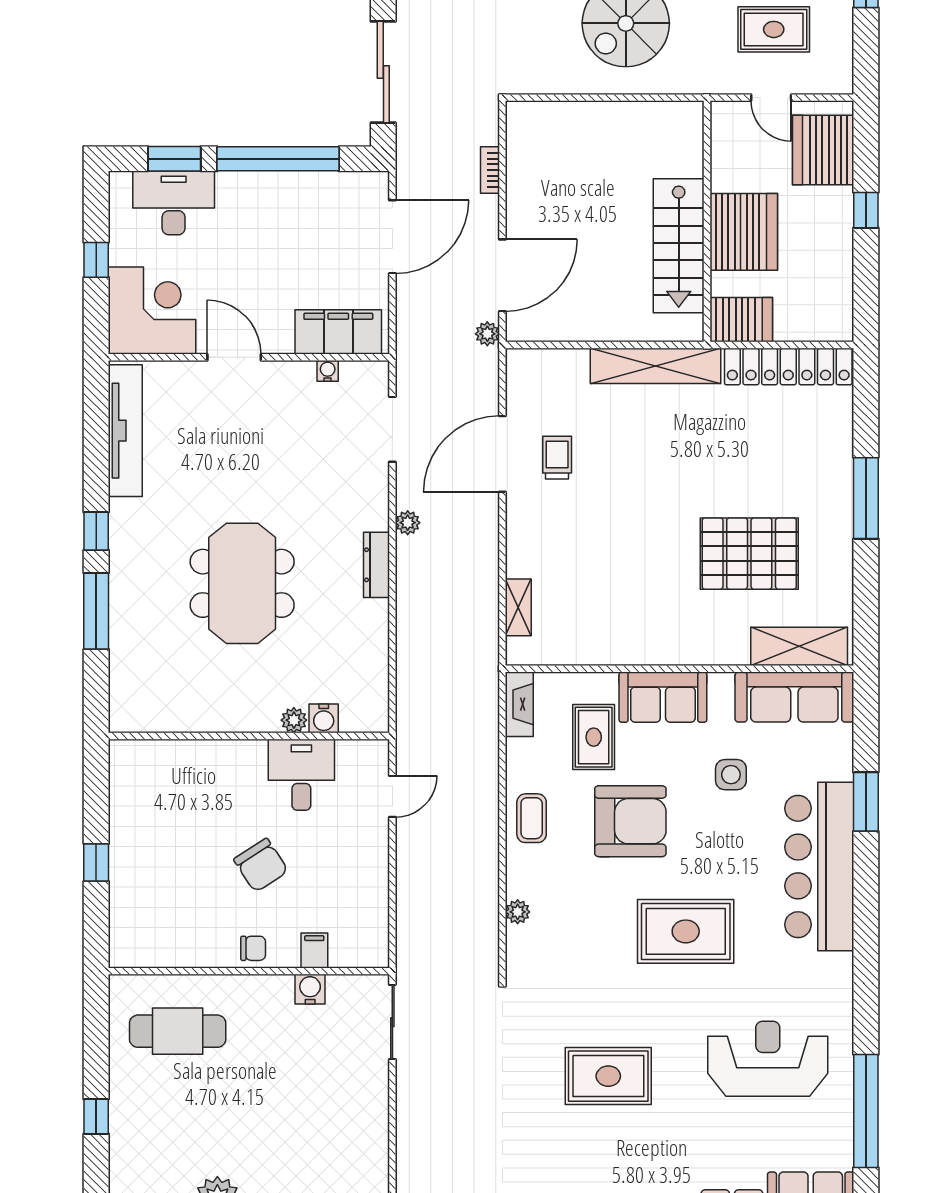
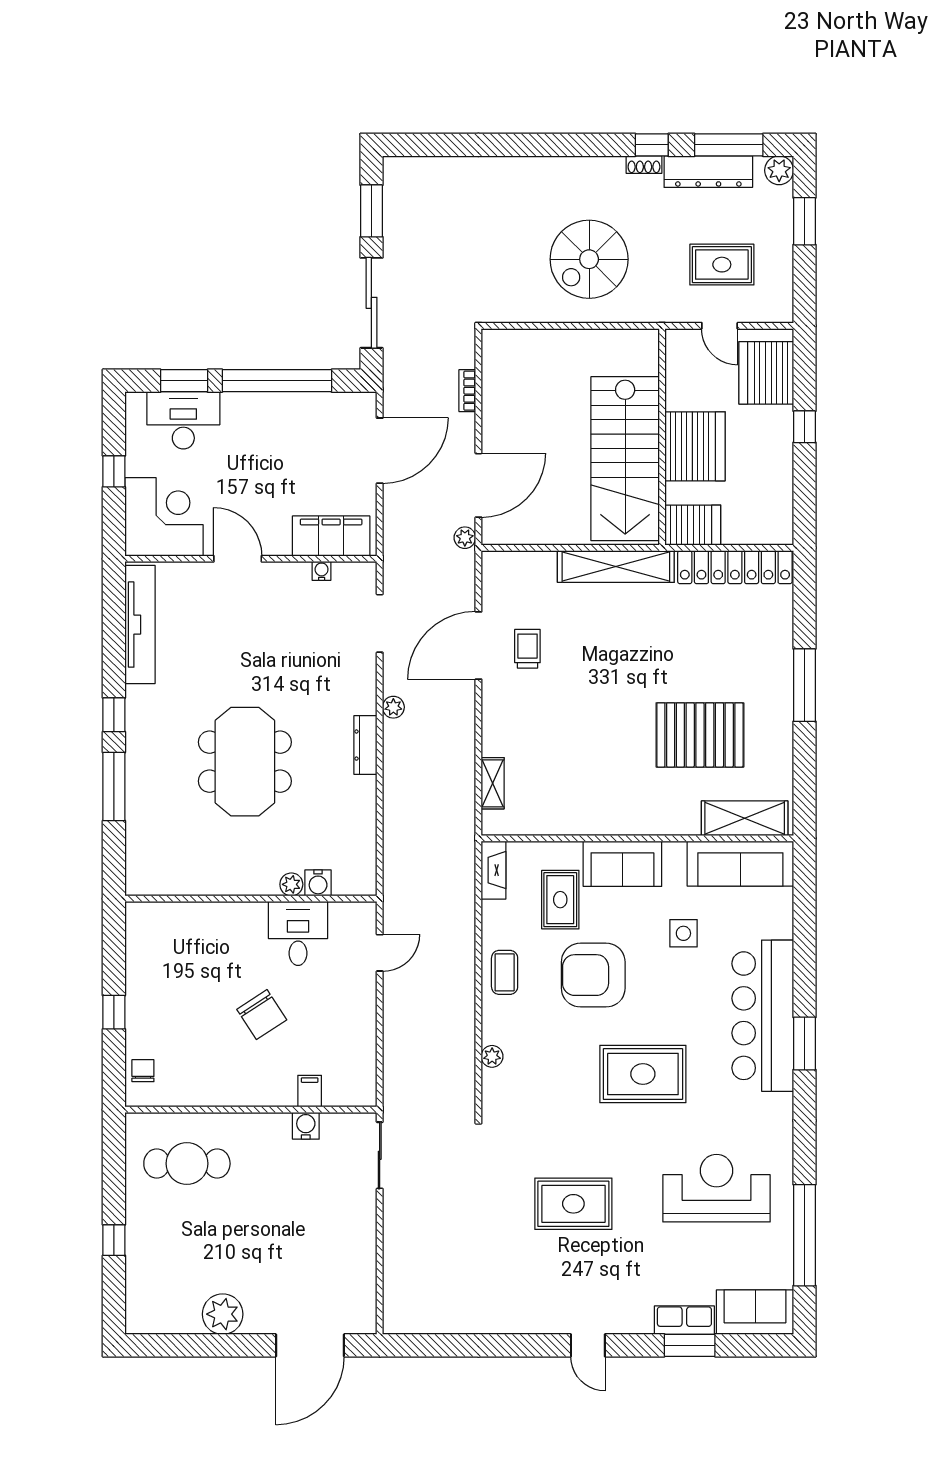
stairs: (679, 246) -> (625, 459), width x1.36, depth x1.51
window: (866, 802) -> (805, 1044), moved
armchair: (630, 821) -> (593, 975), turned 180
chair: (253, 948) -> (143, 1071), moved, turned -90

